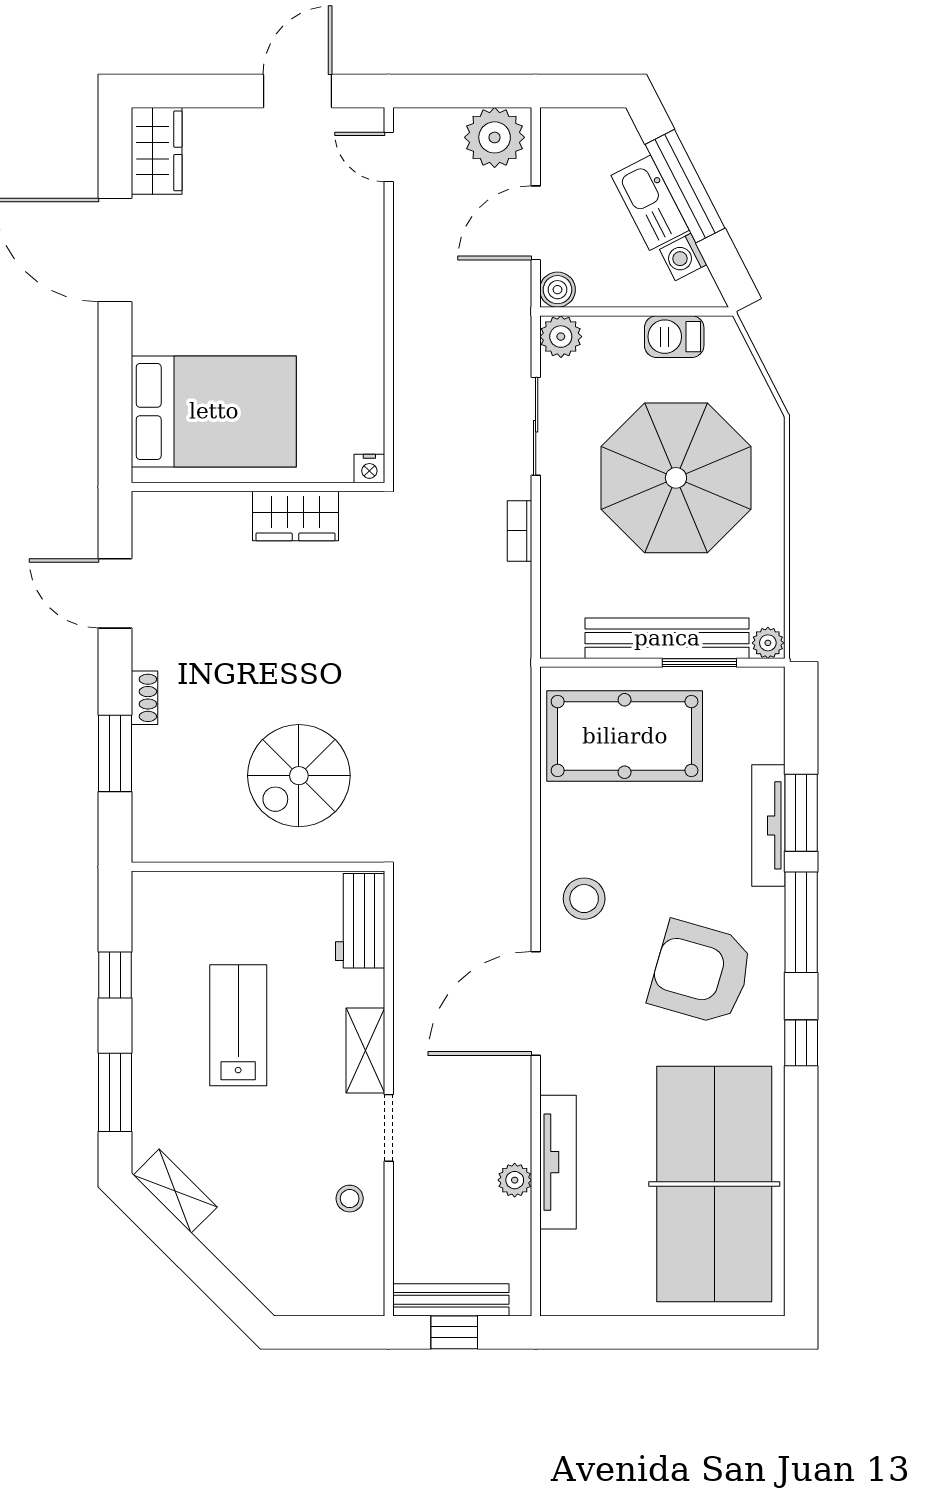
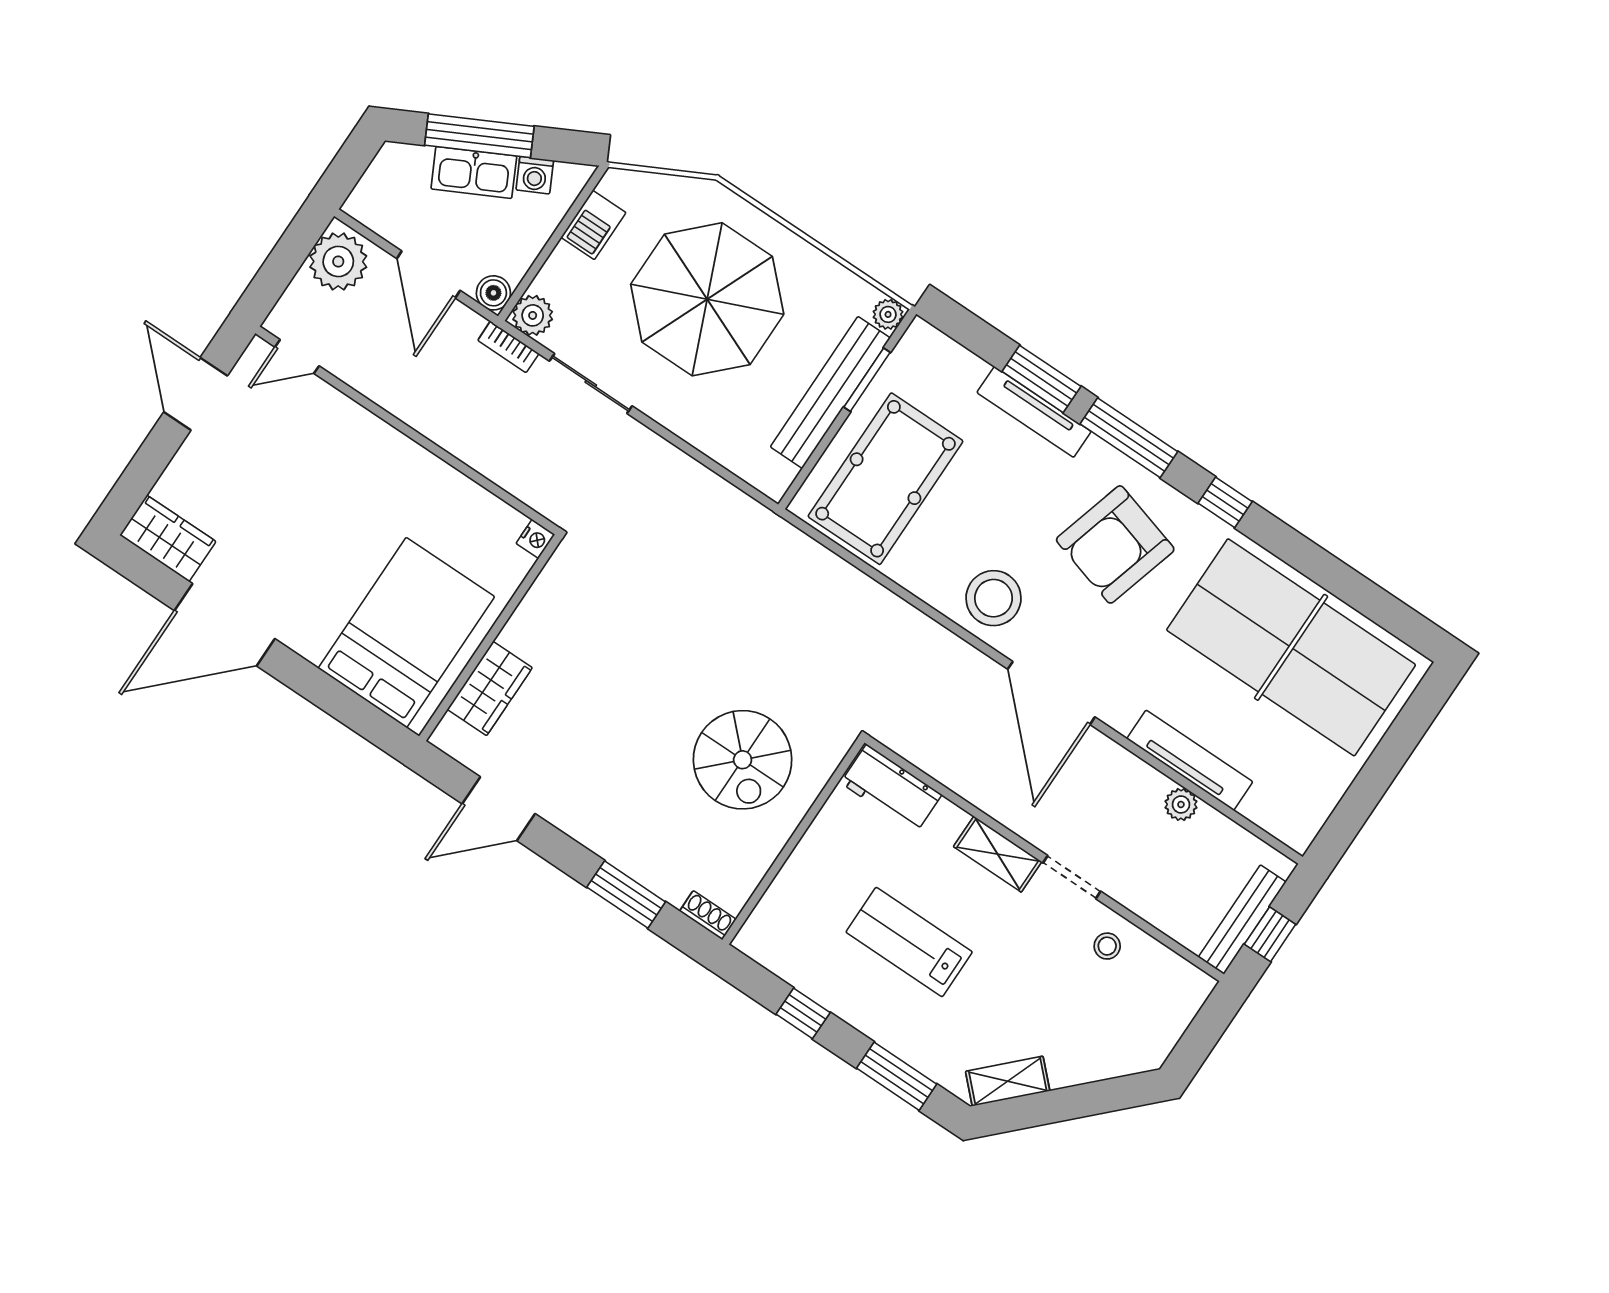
wardrobe: (295, 516) -> (490, 688), moved
bookcase: (519, 531) -> (508, 347), moved
shoe rack: (144, 698) -> (708, 915), moved
stool: (584, 899) -> (994, 598), width x1.38, depth x1.38

